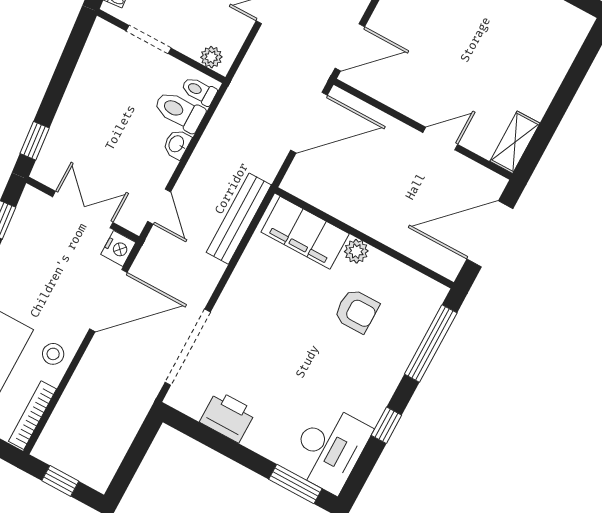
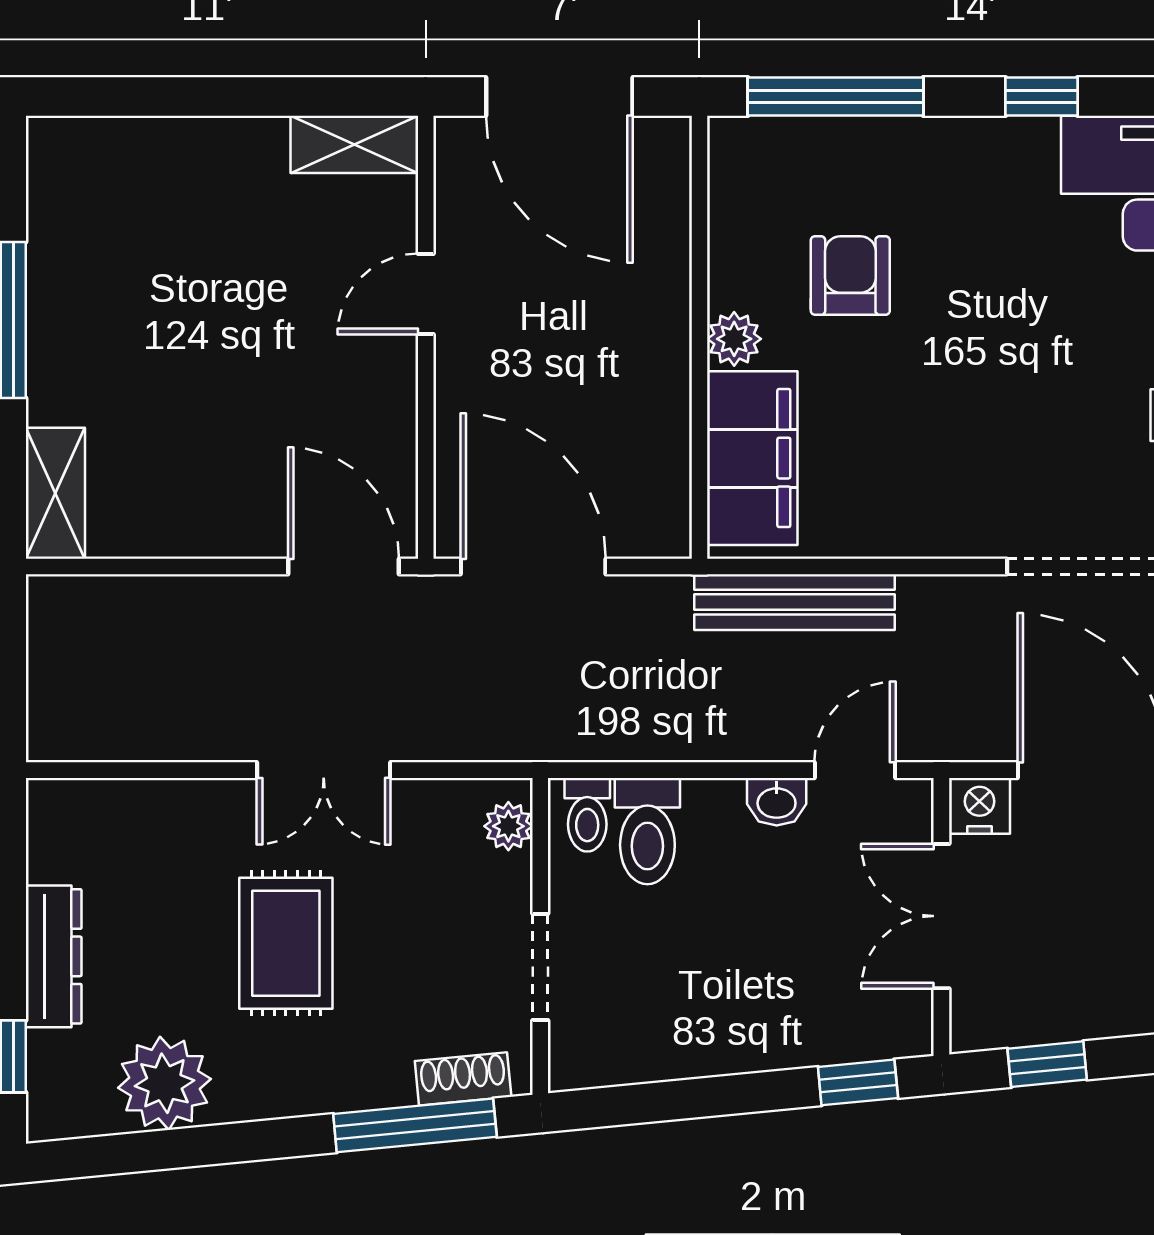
door: (440, 138) -> (426, 294), hinge flipped
washbasin: (177, 144) -> (777, 802), moved

